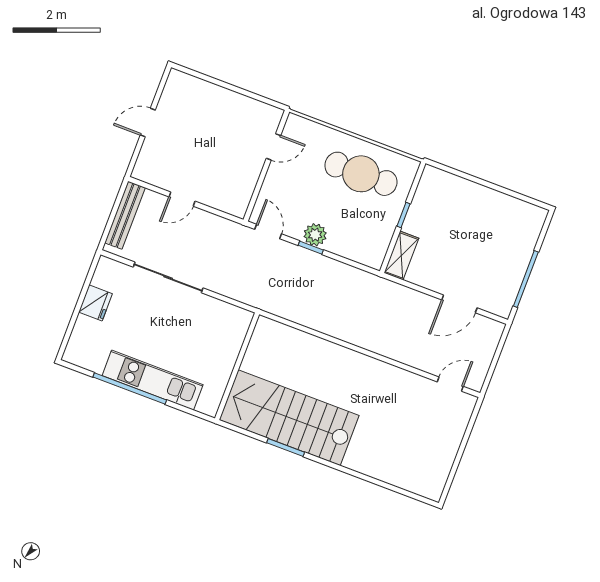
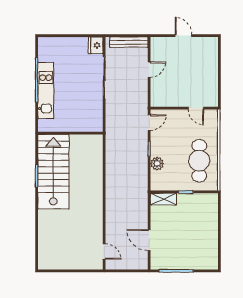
door: (182, 199) -> (149, 70), swing flipped
plant: (315, 235) -> (157, 164), moved
fridge: (95, 303) -> (96, 45), moved, turned 90

